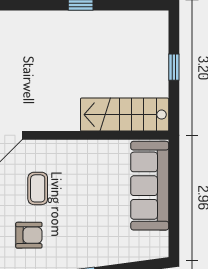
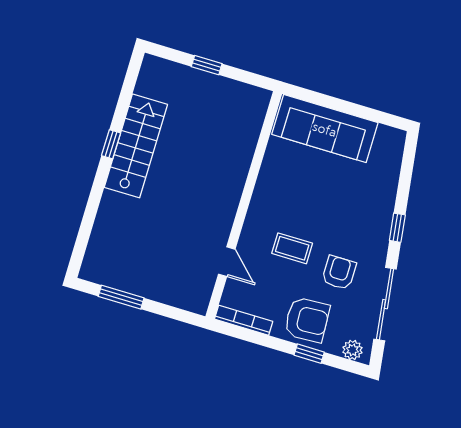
stairs: (125, 115) -> (136, 146), moved, turned 180

